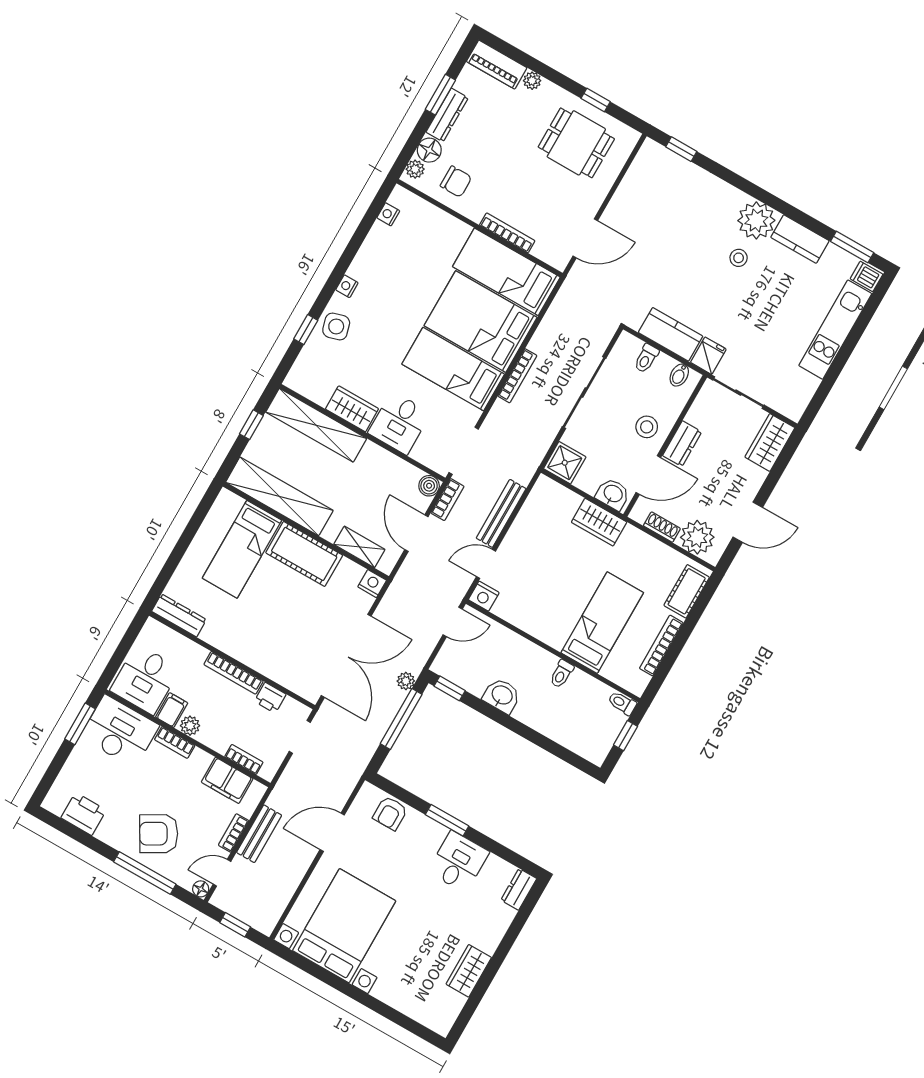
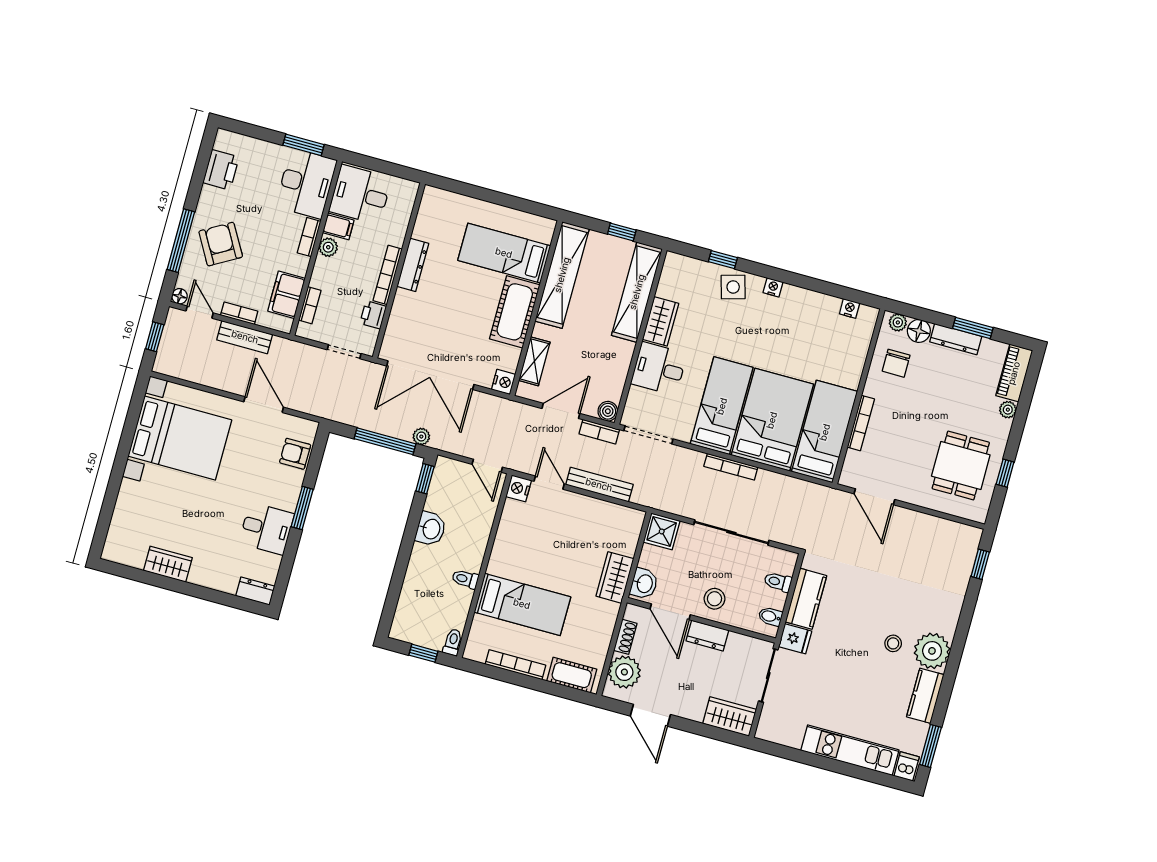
dresser: (179, 615) -> (413, 265), moved

